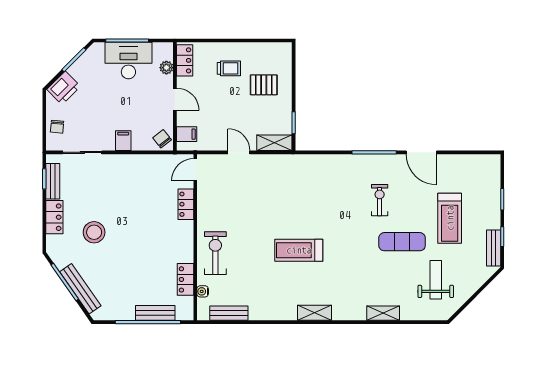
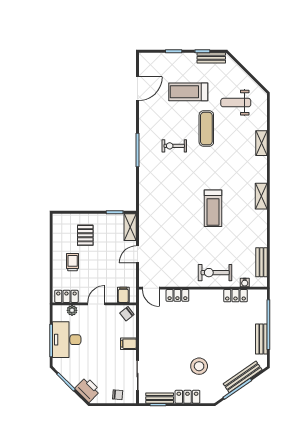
door: (421, 152) -> (137, 89), moved
treadmill: (450, 218) -> (188, 92), turned 180
bench: (155, 313) -> (261, 339), moved

